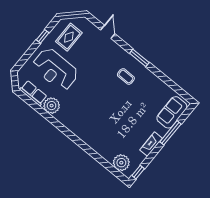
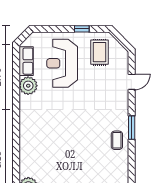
rug: (69, 37) -> (100, 52), turned 90
coffee table: (126, 76) -> (117, 140), moved

